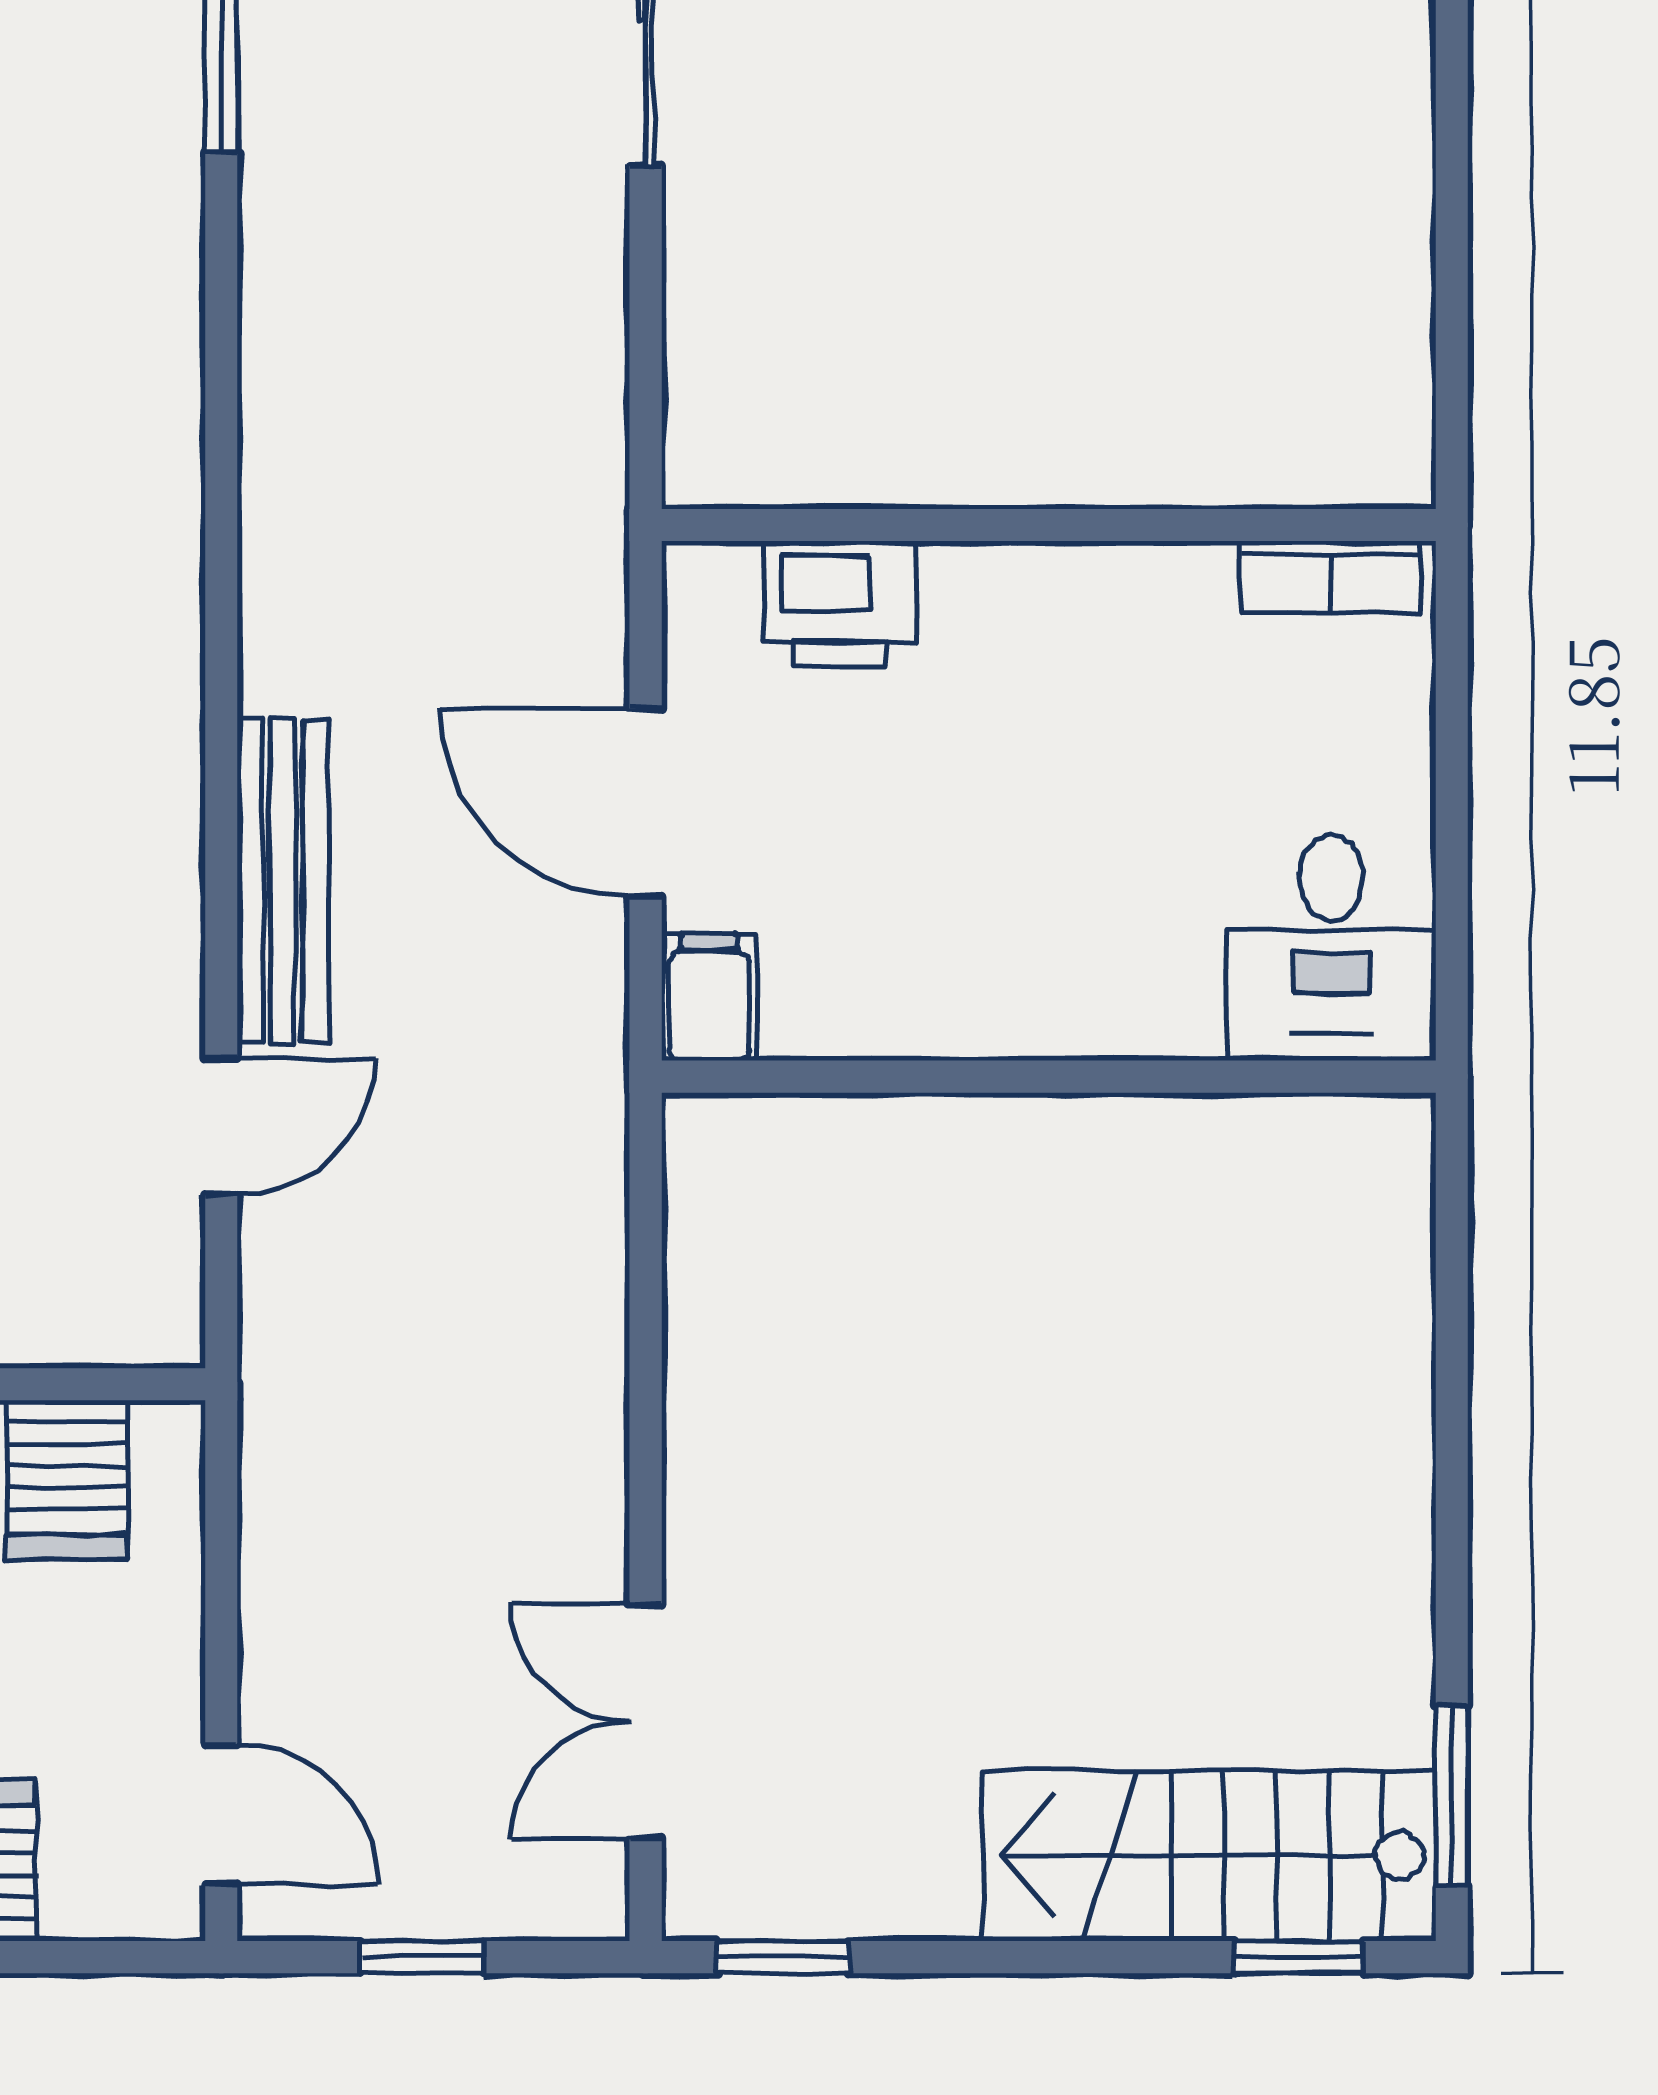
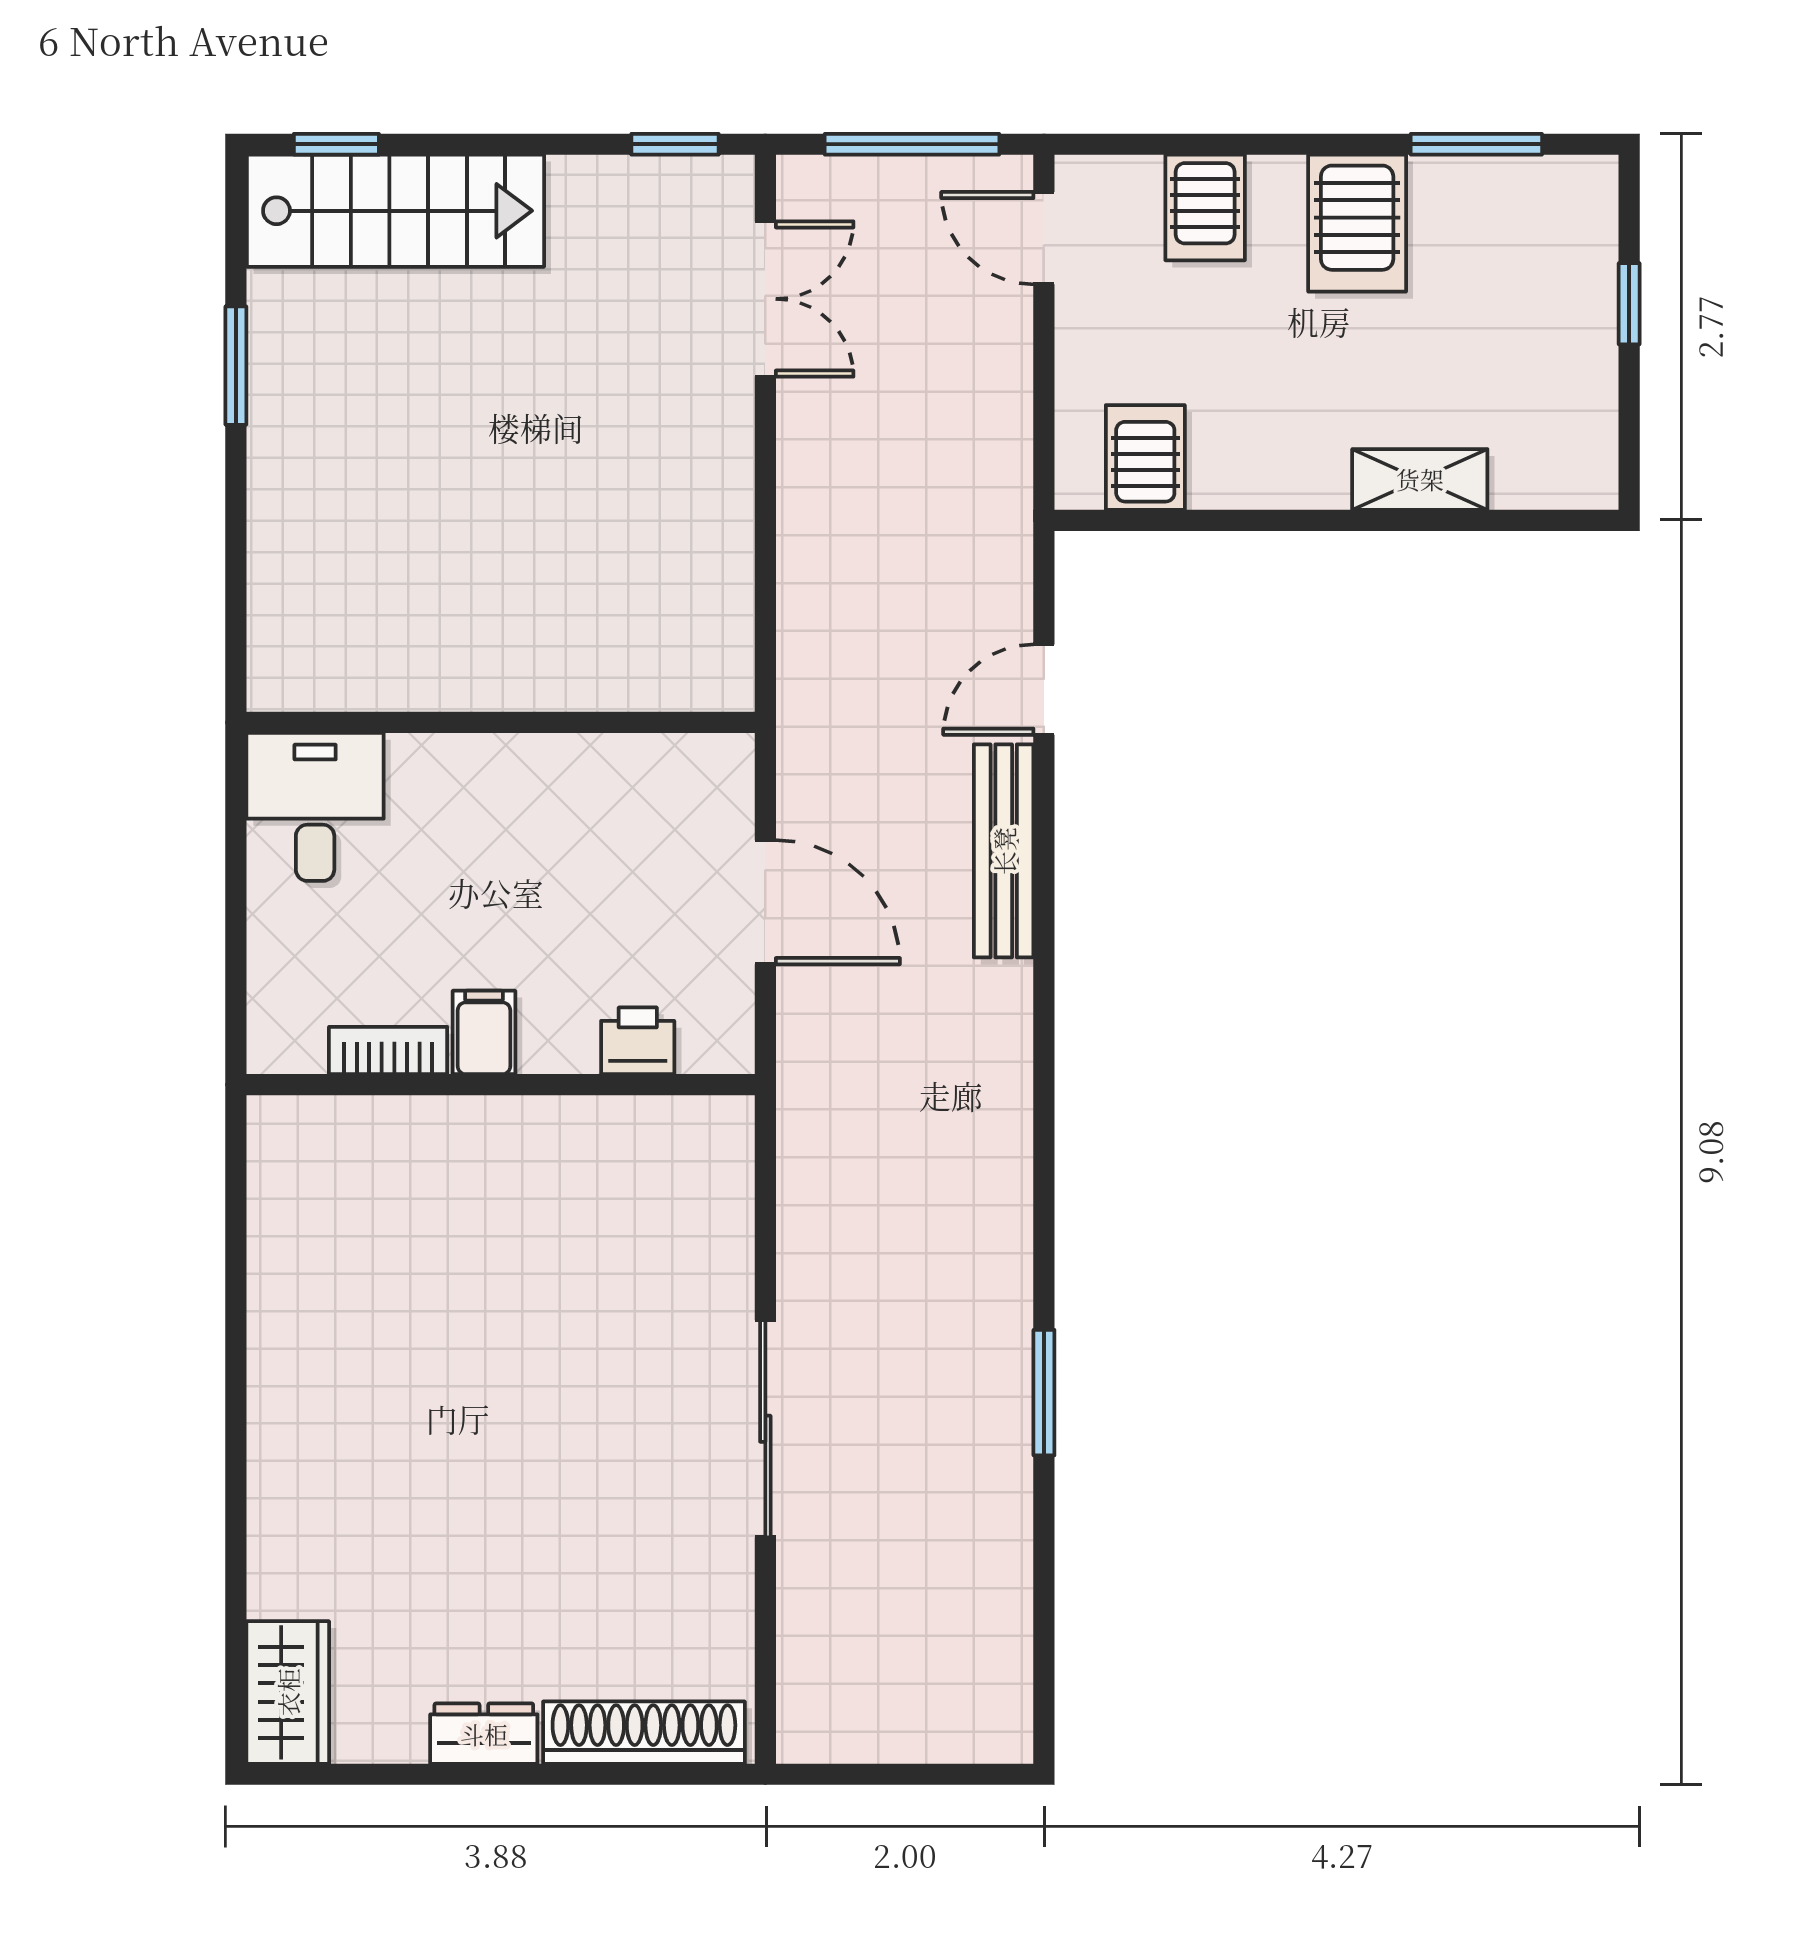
bookcase: (1331, 577) -> (388, 1051), moved
printer: (840, 604) -> (638, 1041), width x0.73, depth x0.81
filing cabinet: (709, 997) -> (484, 1032), moved, turned 180
window: (1452, 1795) -> (236, 366), moved
window: (422, 1957) -> (912, 144), width x2.17

